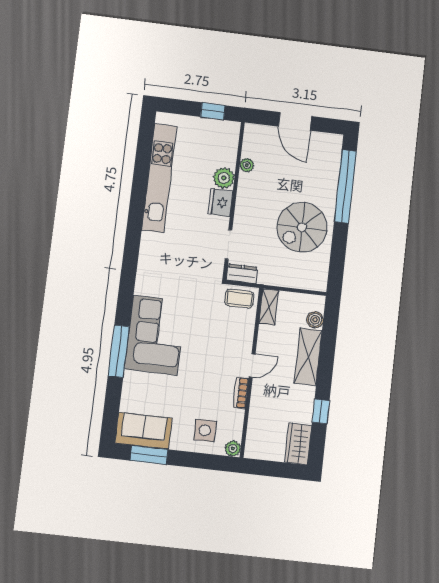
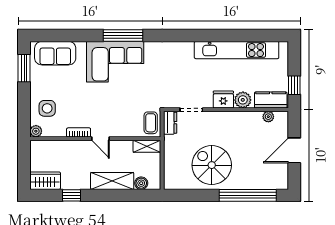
kitchen counter: (228, 143) -> (271, 100), added
plant: (247, 165) -> (268, 117), moved
window: (119, 351) -> (123, 36), moved
sofa: (144, 431) -> (55, 53), moved, turned 90

